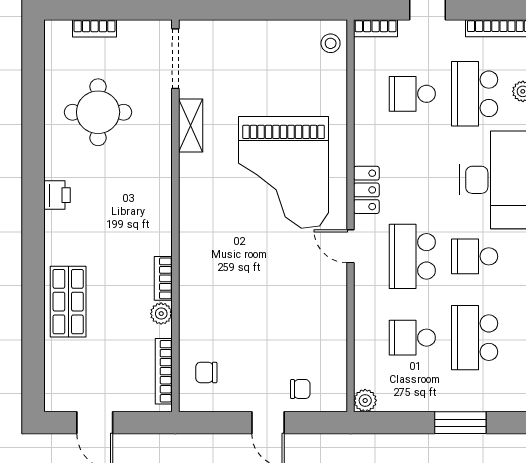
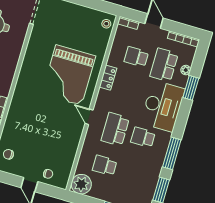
shelving: (191, 126) -> (33, 42), removed
locker: (366, 190) -> (108, 78), moved
school desk: (475, 338) -> (132, 174), removed
plant: (365, 400) -> (81, 184), width x1.88, depth x1.88

